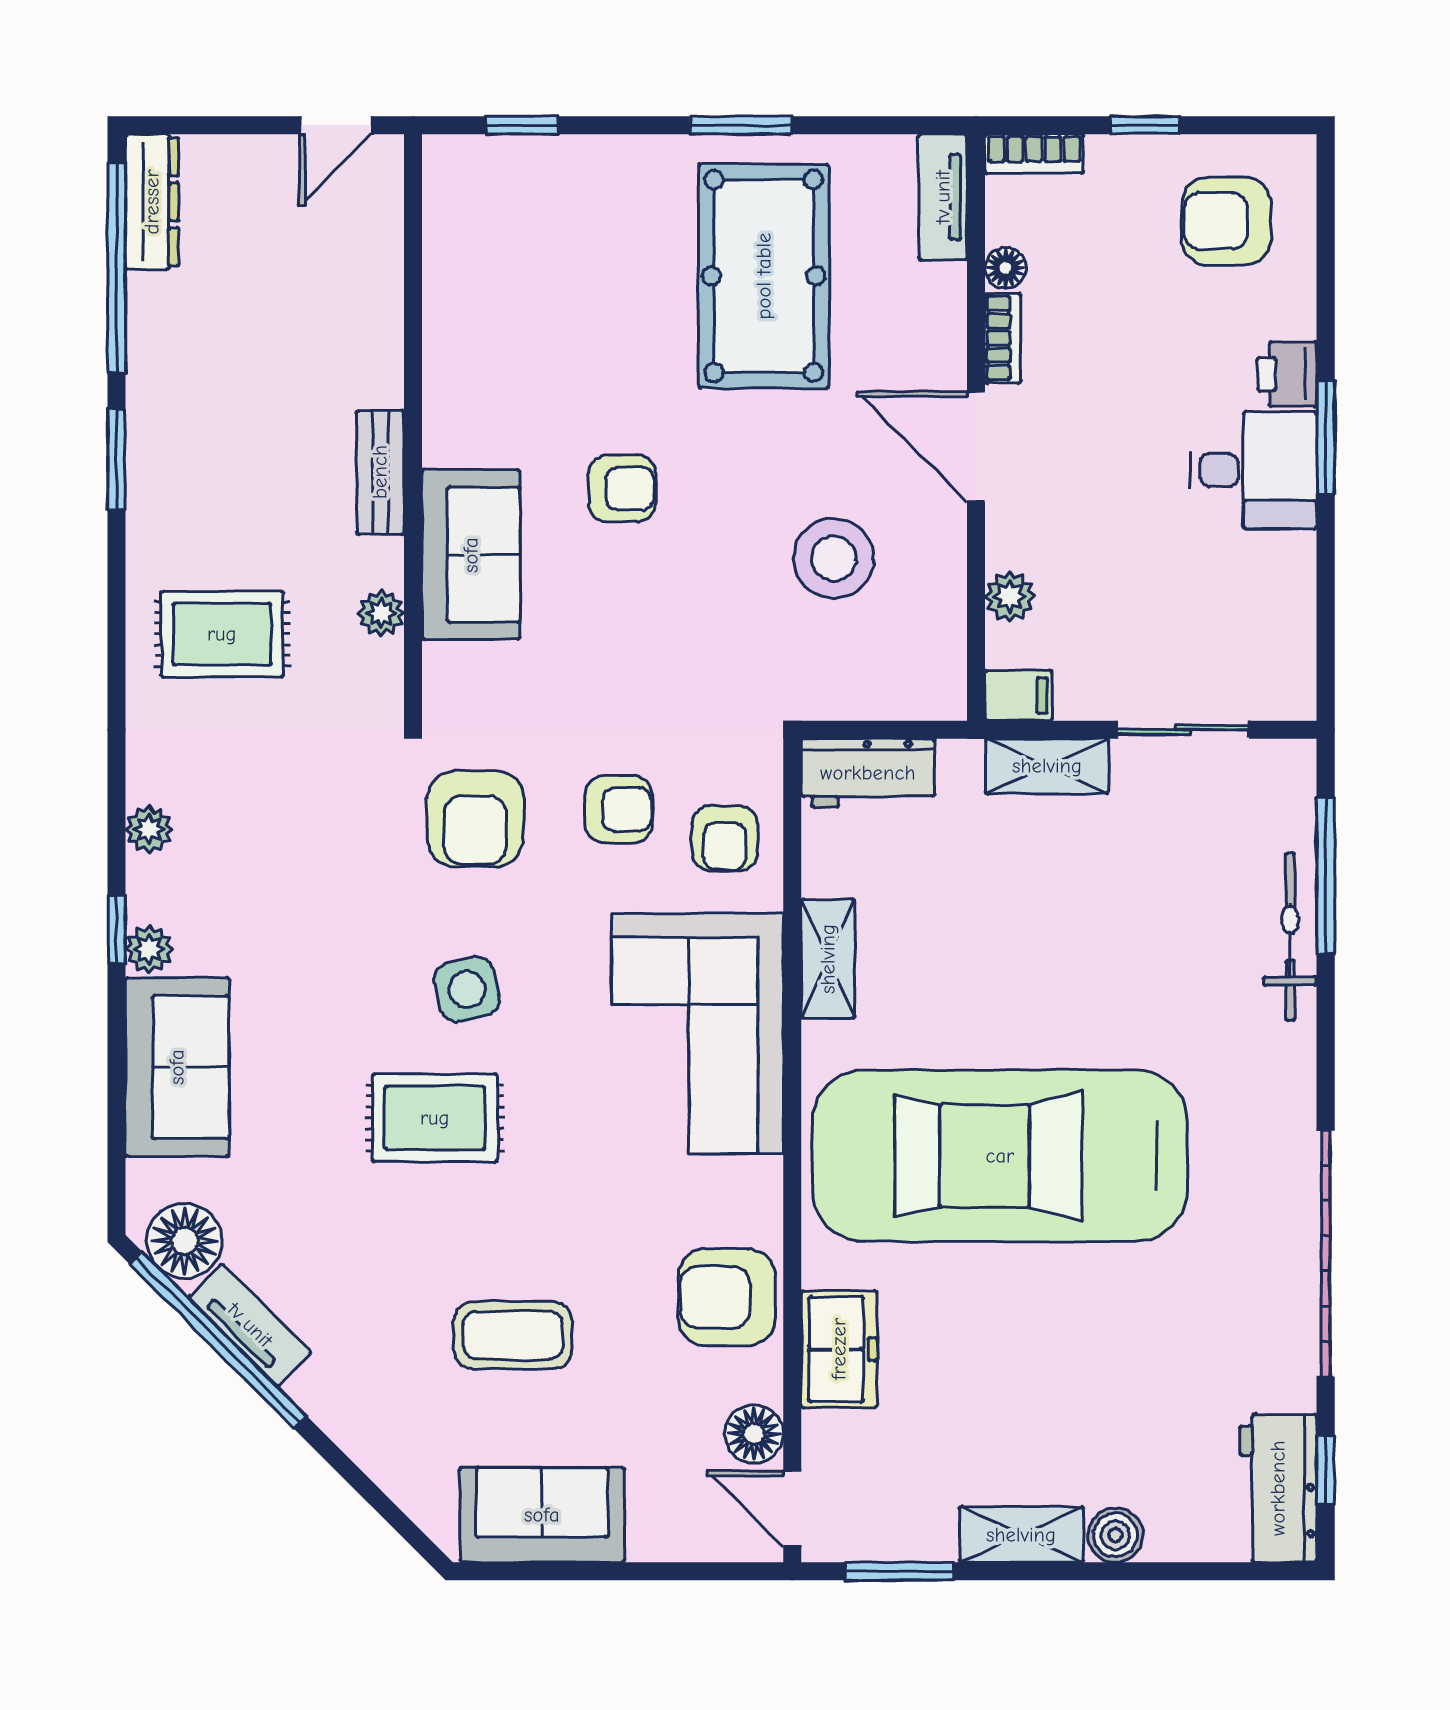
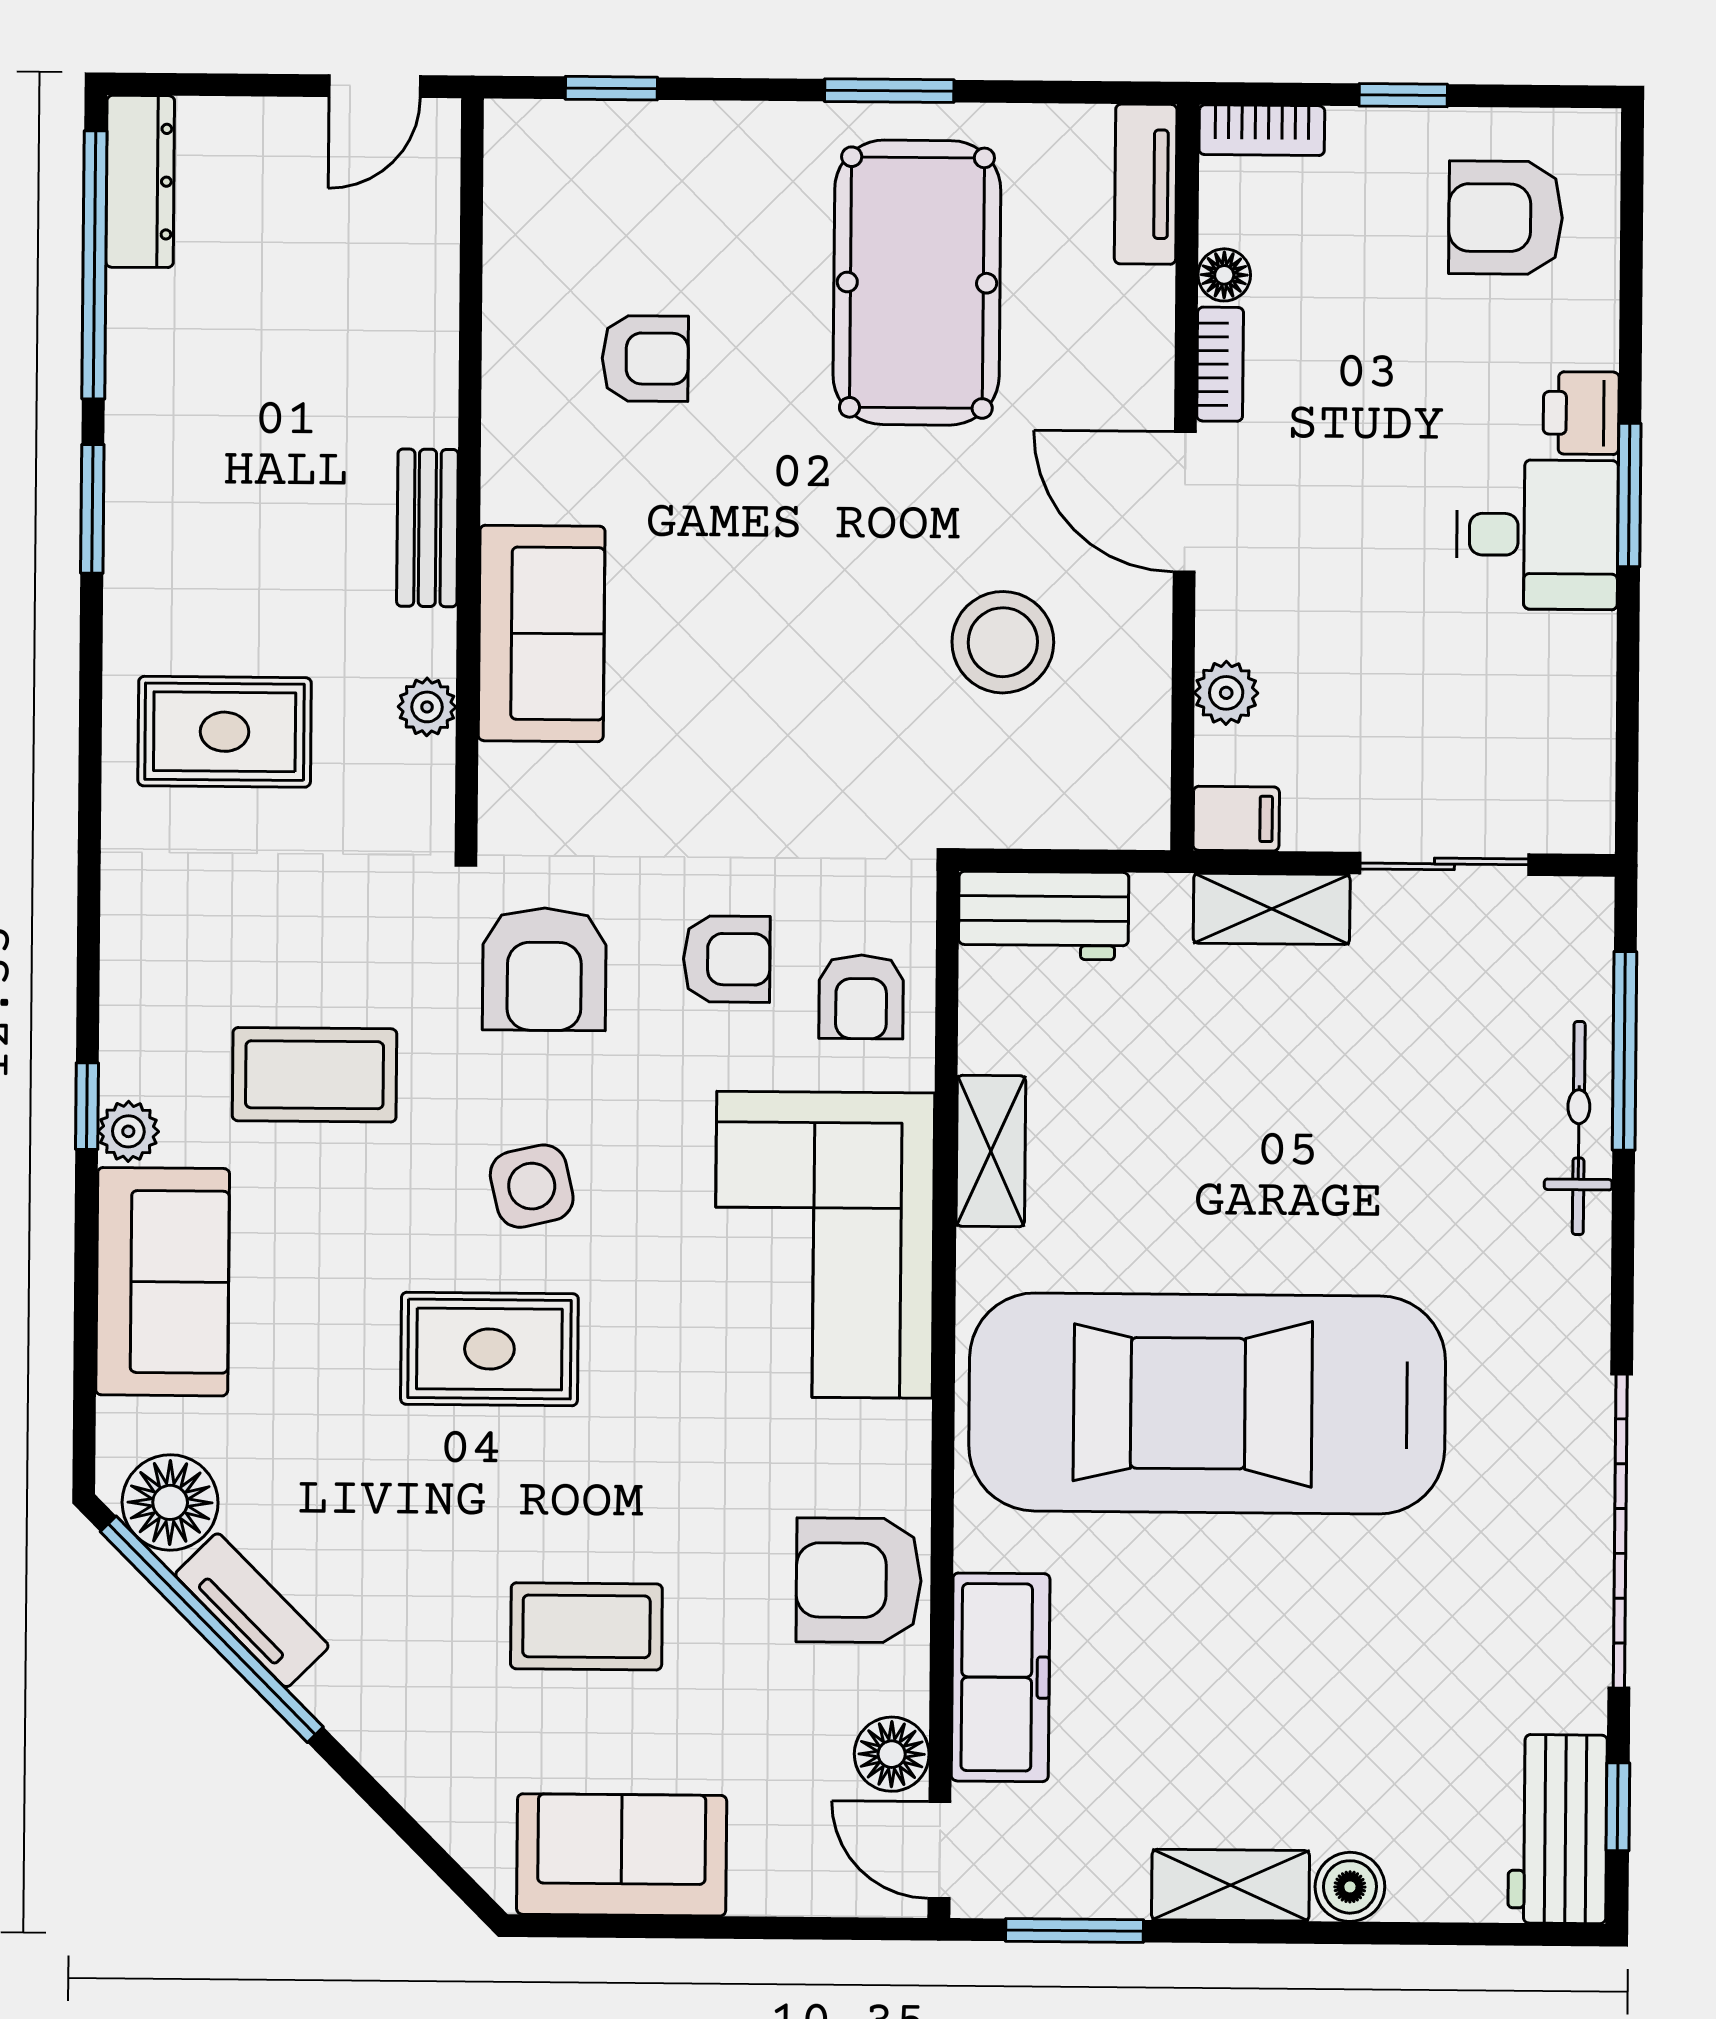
armchair: (622, 488) -> (645, 358), moved
plant: (149, 829) -> (129, 979), removed
coffee table: (295, 903) -> (315, 1075), added
freezer: (839, 1349) -> (1001, 1677), width x1.40

